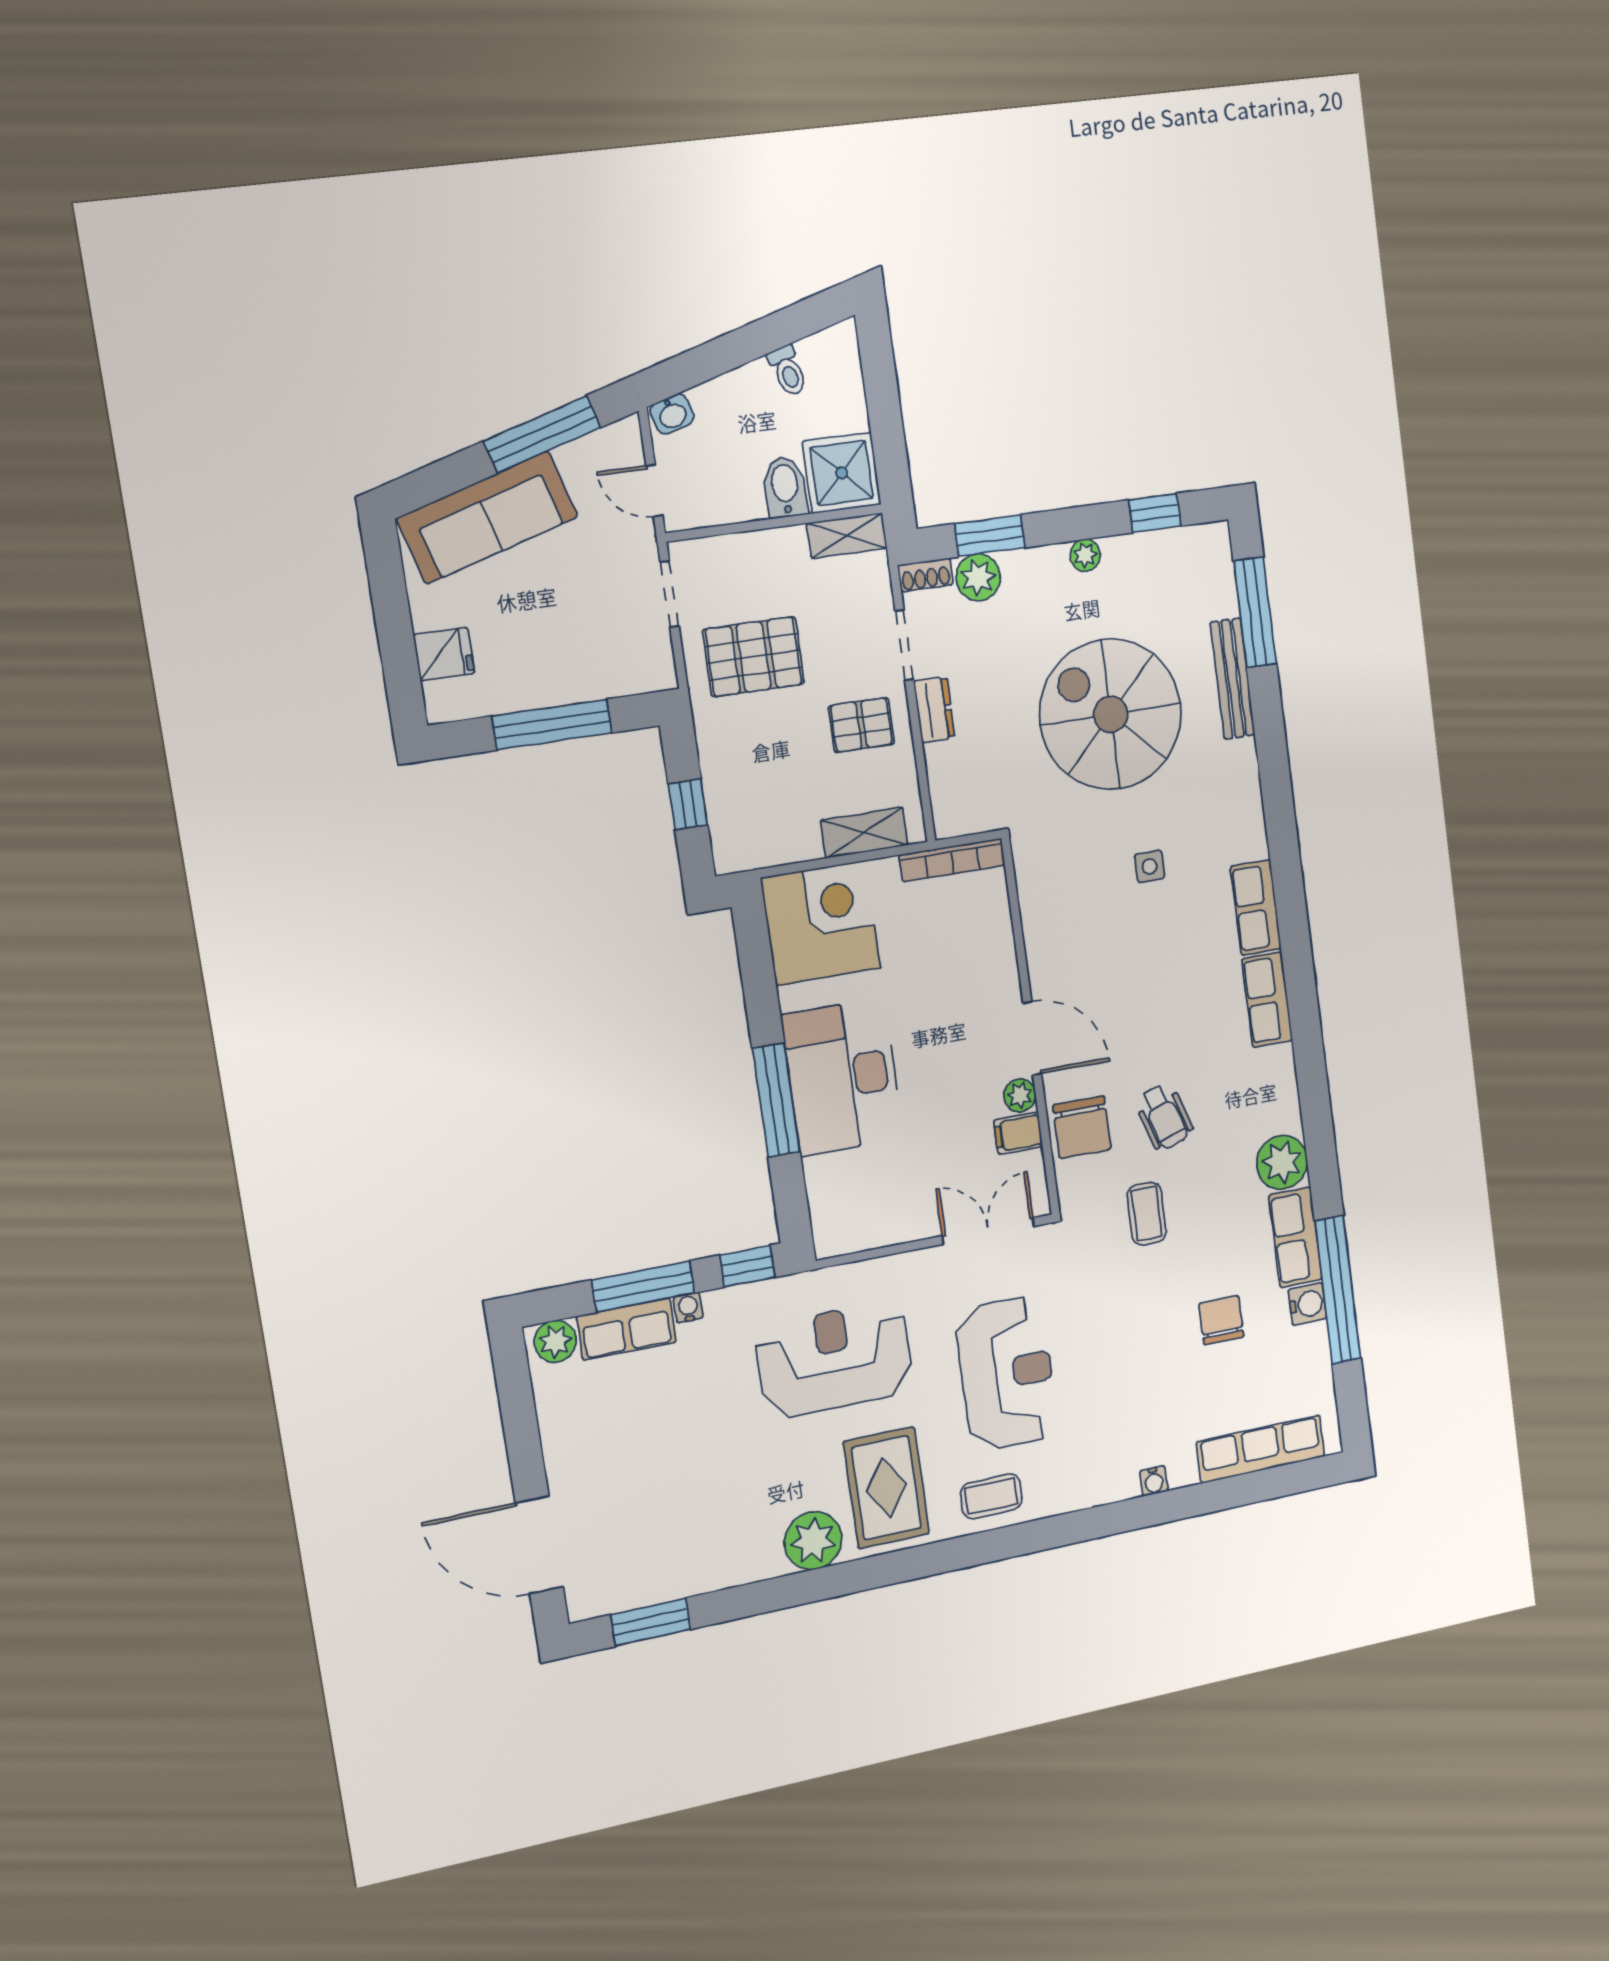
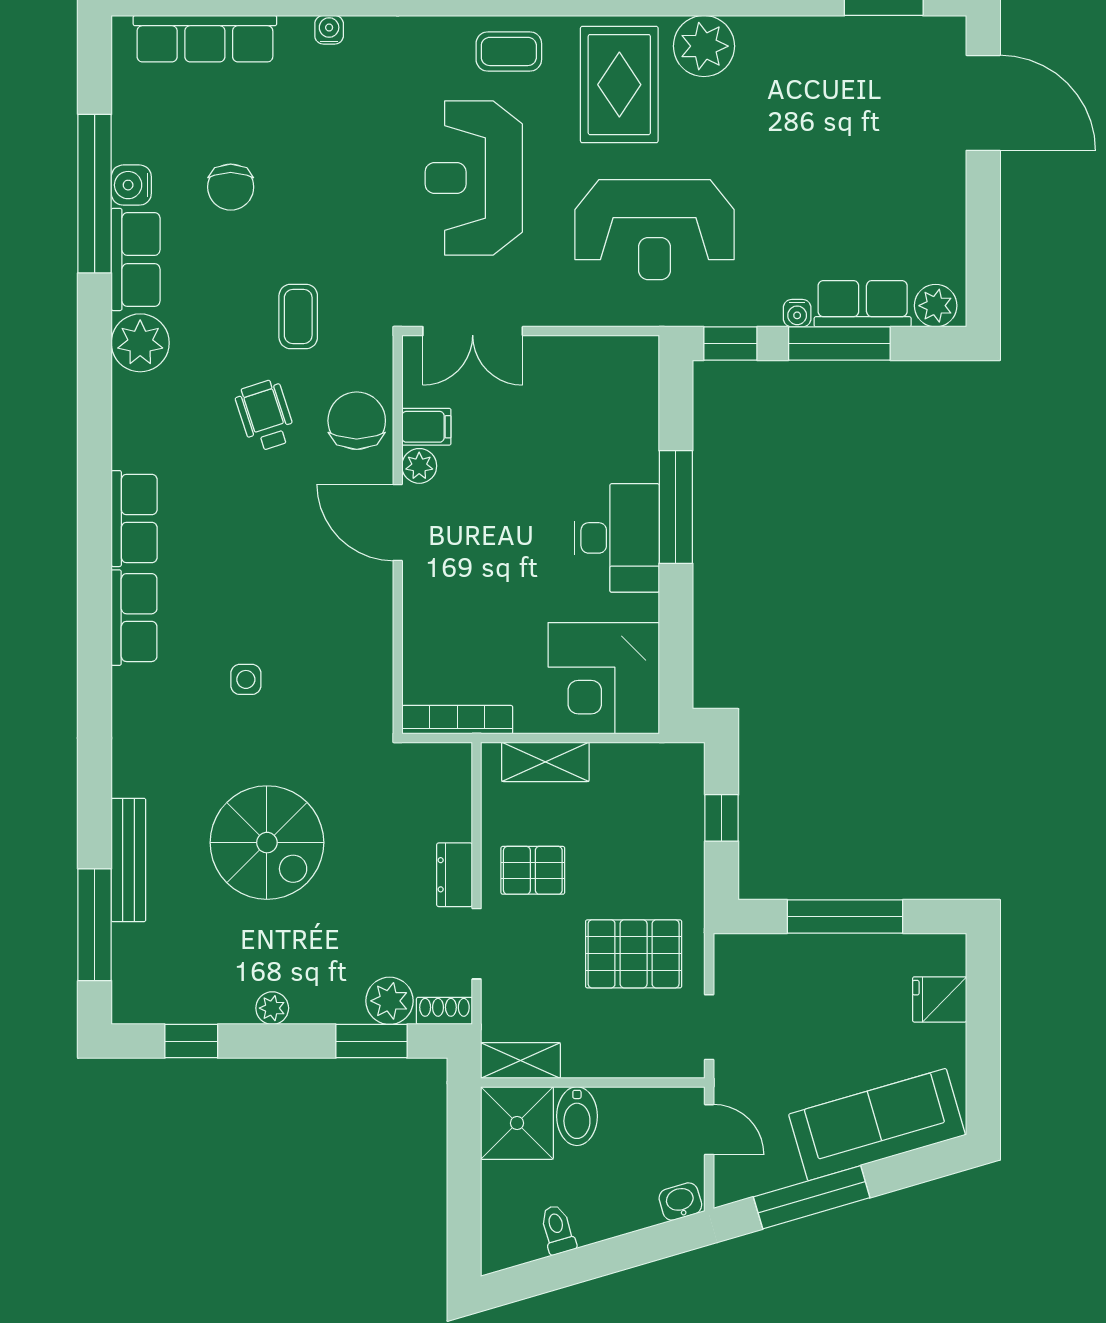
spiral stairs: (1111, 714) -> (267, 843), width x0.73, depth x0.73
desk: (842, 1077) -> (617, 538), width x0.73, depth x0.77

